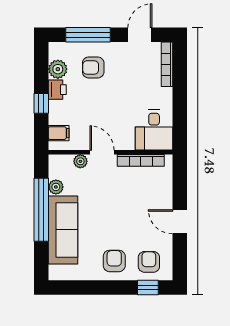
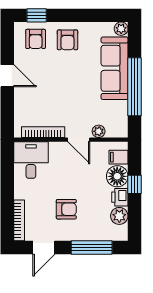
armchair: (93, 67) -> (66, 209), moved
floor lamp: (60, 112) -> (117, 176), added
plant: (56, 187) -> (121, 29), moved

